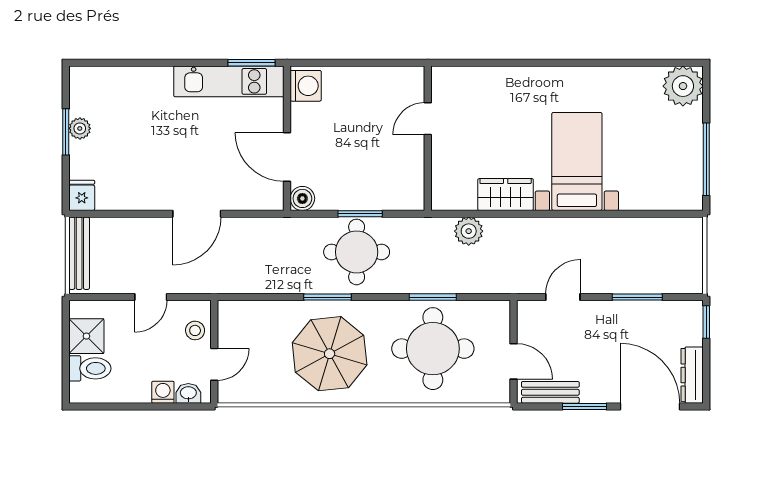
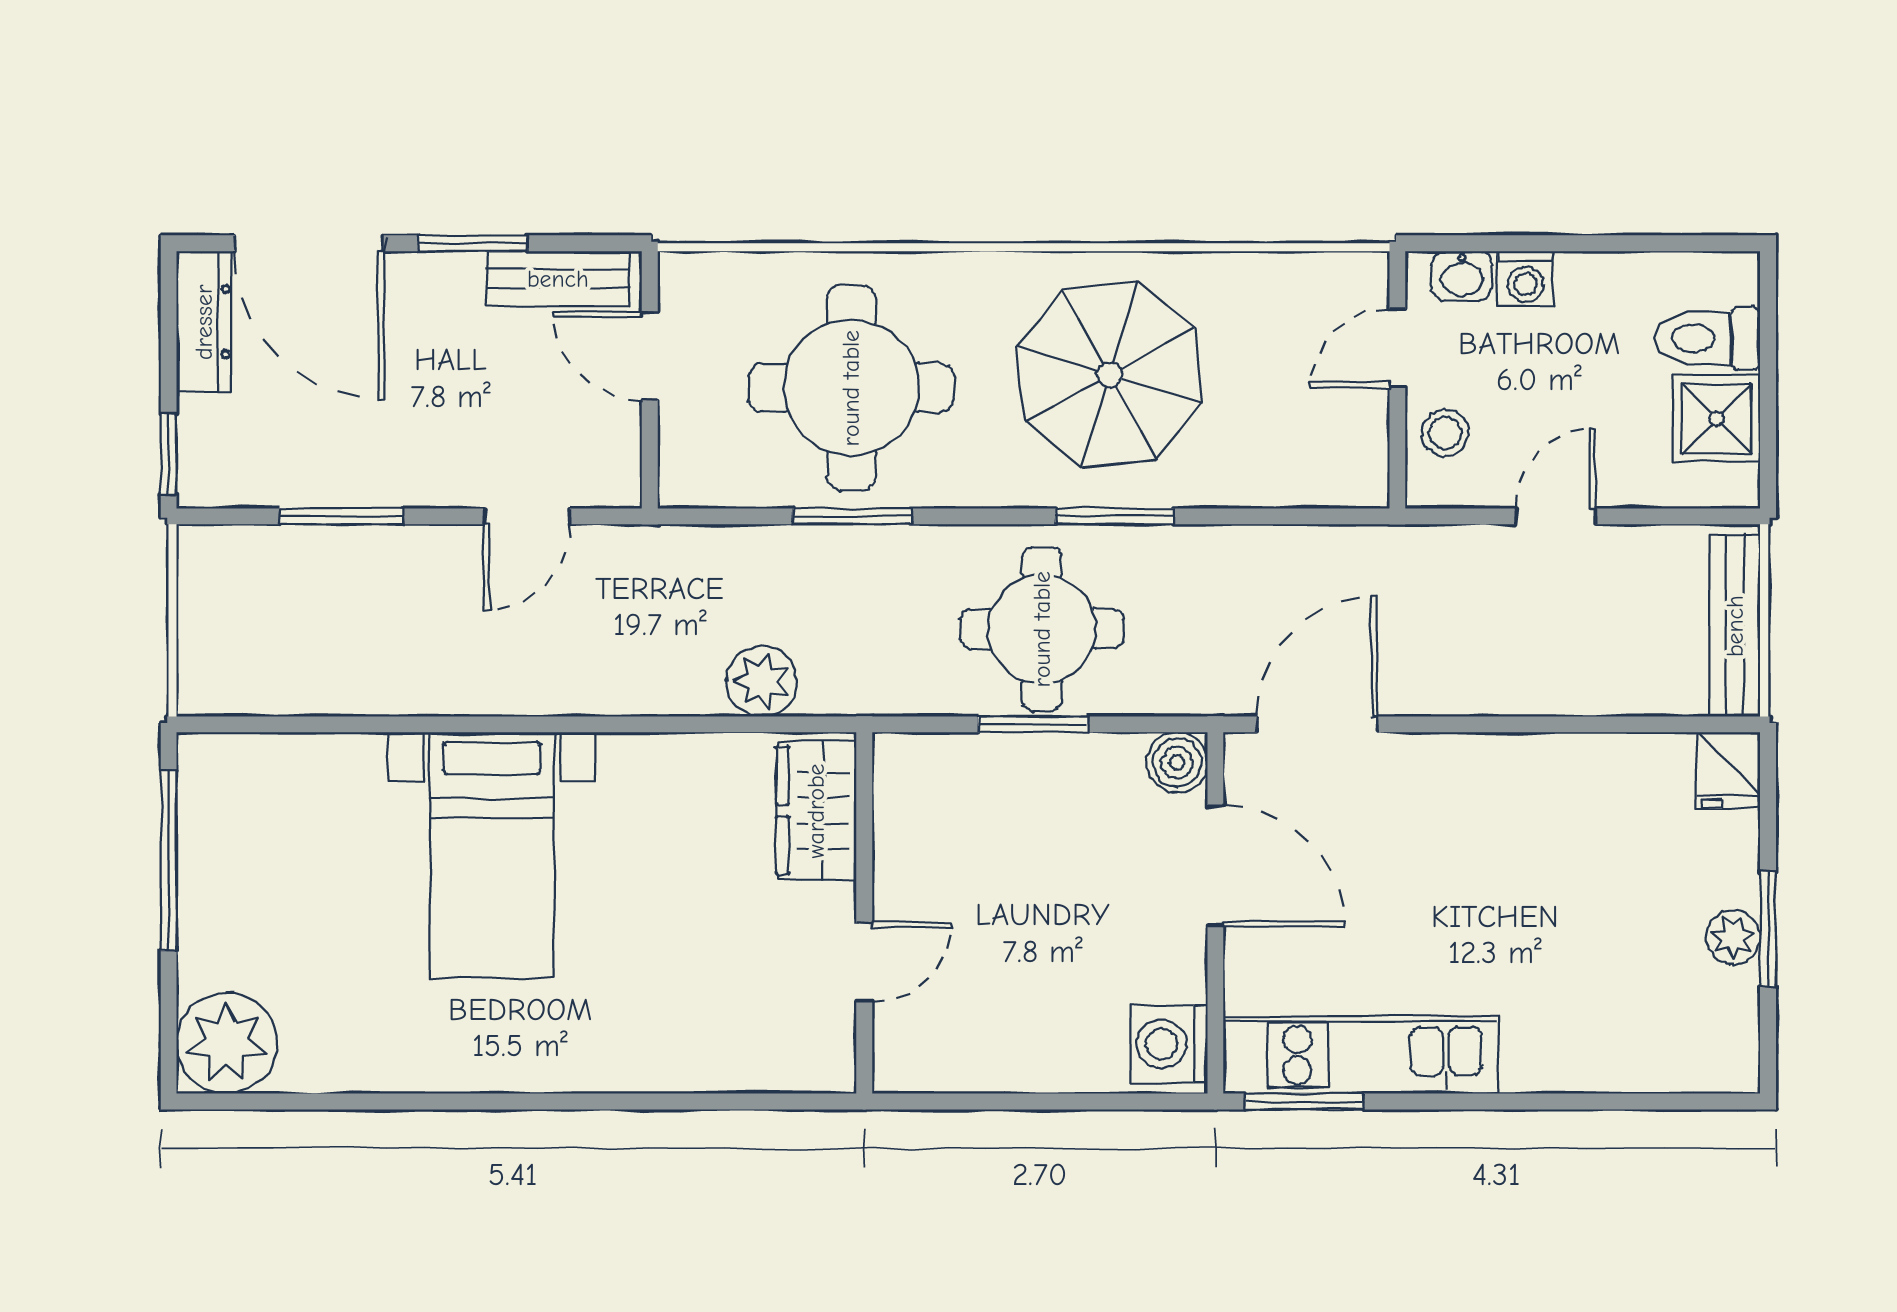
wardrobe: (506, 195) -> (816, 811), moved, turned 90
door: (197, 214) -> (1317, 724), moved

